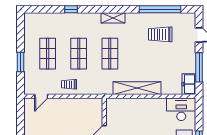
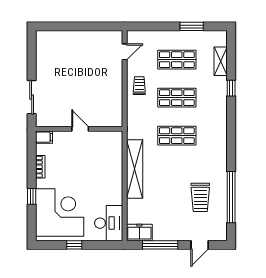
shelving: (113, 18) -> (221, 61), moved
trolley: (160, 34) -> (200, 197), turned 180
window: (21, 62) -> (192, 26), moved
door: (41, 96) -> (125, 52), swing flipped

